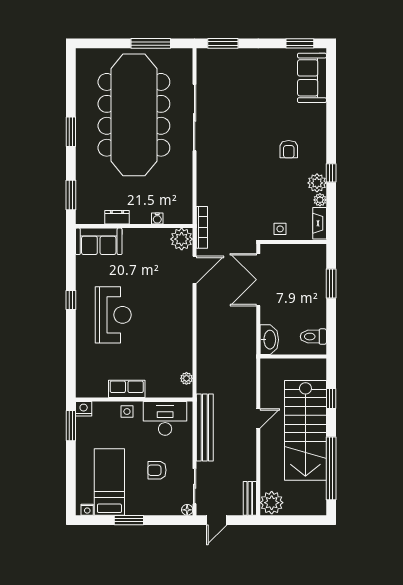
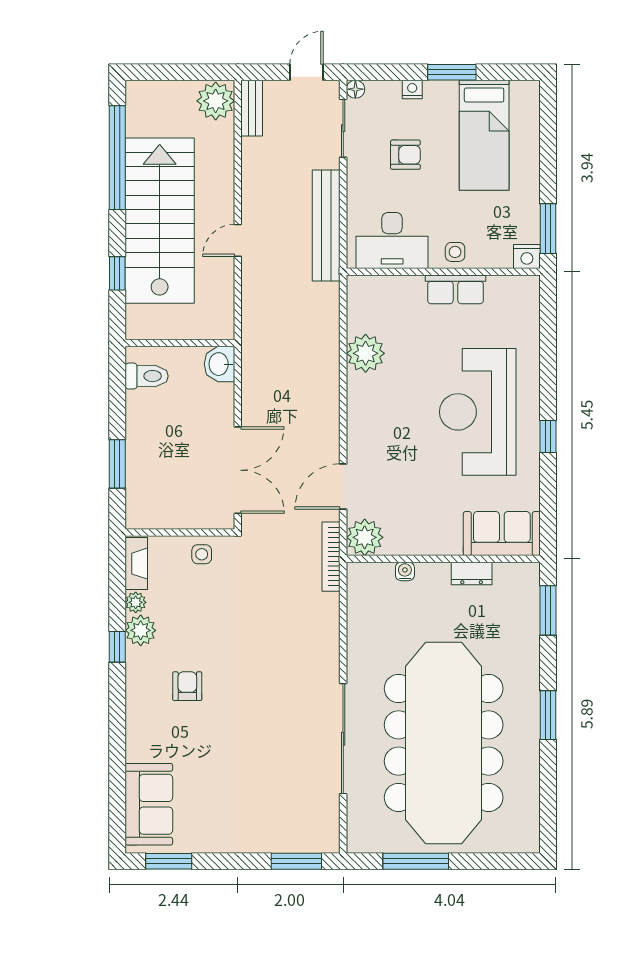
reception desk: (113, 315) -> (478, 412), width x1.36, depth x1.30
washbasin: (269, 340) -> (219, 364), width x0.72
plant: (186, 378) -> (366, 353), moved, width x1.88, depth x1.88
nightstand: (87, 510) -> (412, 89), moved

